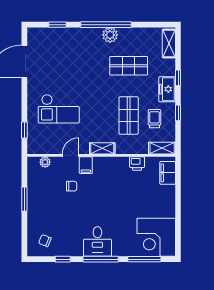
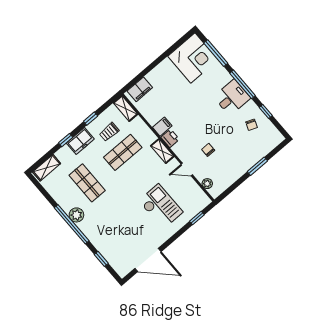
printer: (137, 163) -> (170, 138), moved
filing cabinet: (86, 165) -> (162, 127), moved
window: (24, 199) -> (257, 166), moved
chair: (45, 241) -> (252, 125), moved

